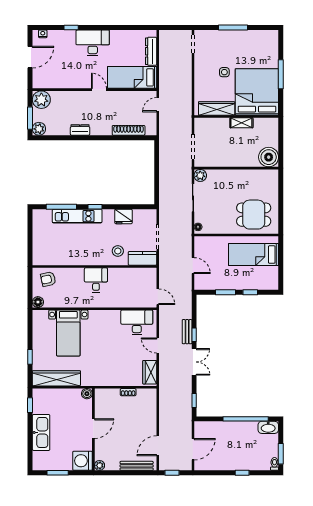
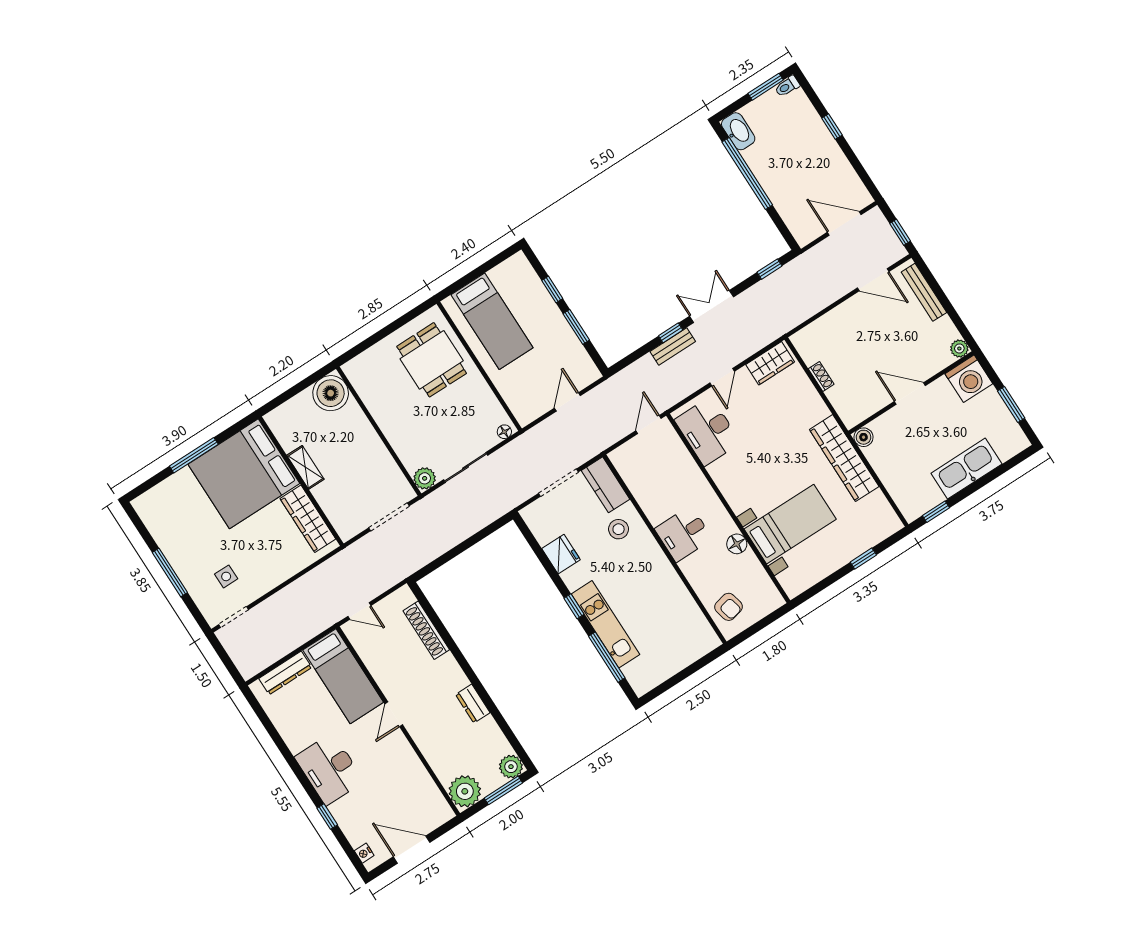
side table: (224, 72) -> (226, 576), moved
floor lamp: (38, 302) -> (737, 544), moved
wardrobe: (56, 378) -> (844, 458), moved

